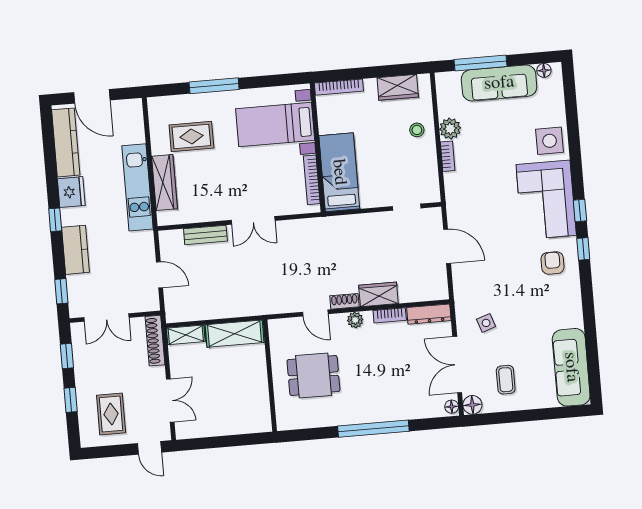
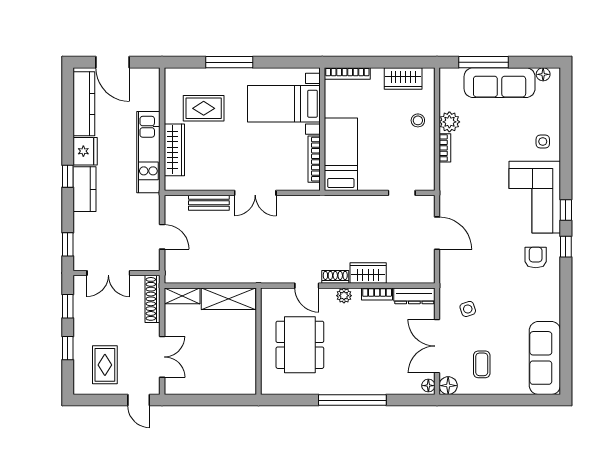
side table: (550, 141) -> (543, 141), width x0.54, depth x0.54
kitchen counter: (75, 250) -> (85, 189), moved
dining table: (313, 376) -> (300, 345), width x1.38

